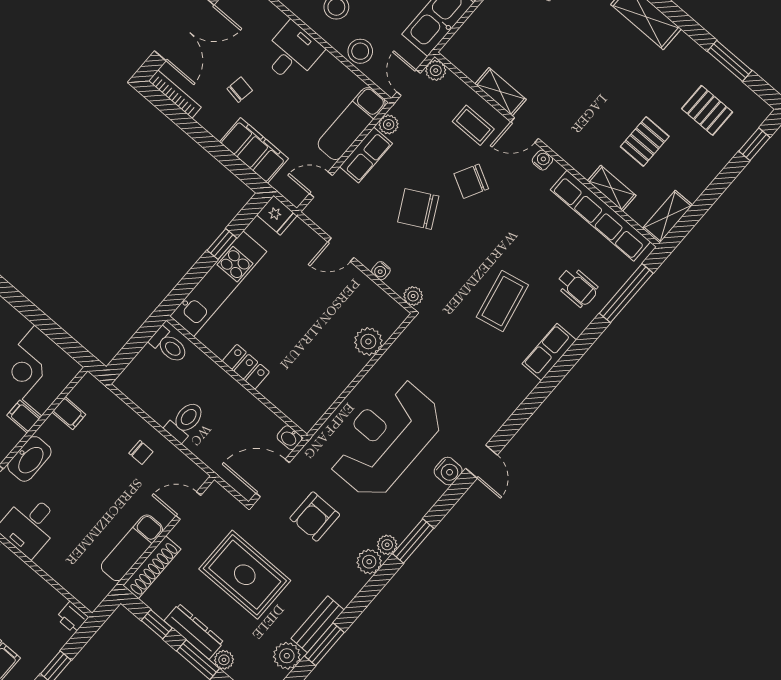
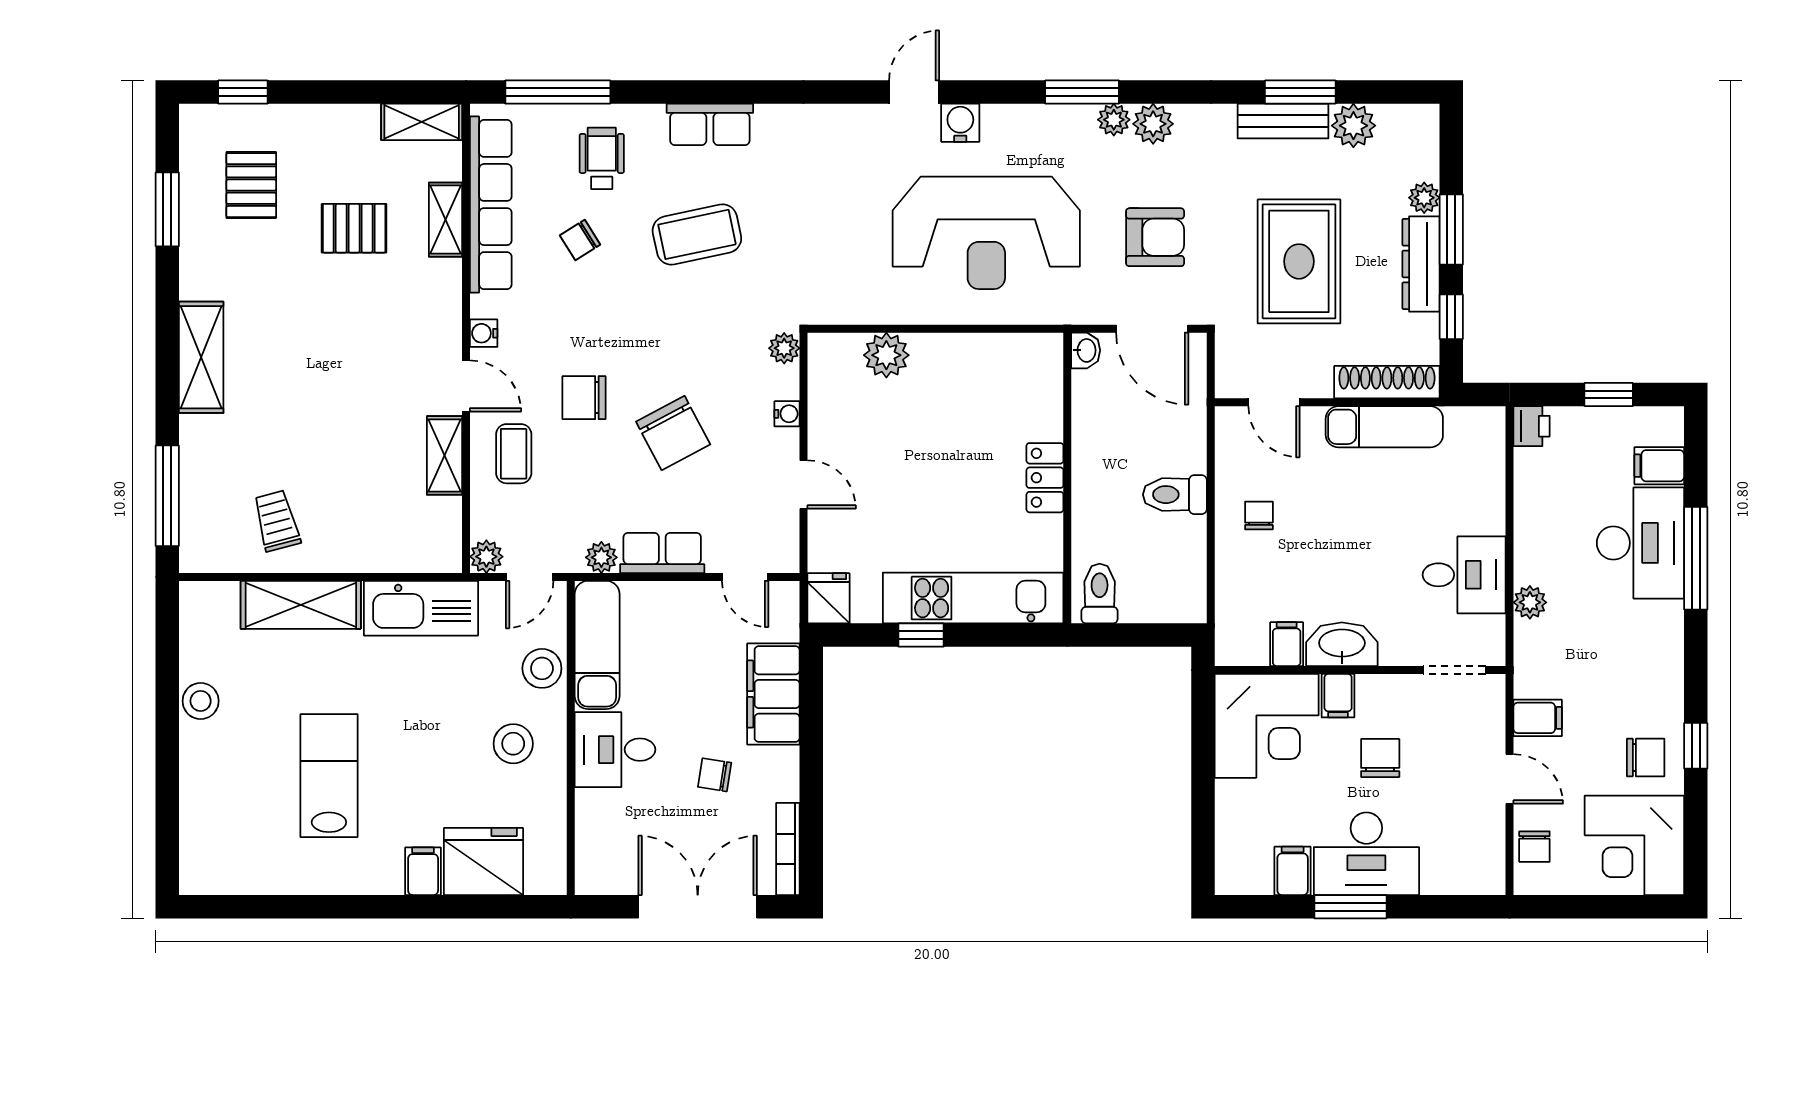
exam couch: (352, 124) -> (597, 645), moved, turned -90
chair: (471, 181) -> (584, 398), turned 152
chair: (547, 243) -> (580, 240), added
washbasin: (29, 459) -> (1342, 644), moved

